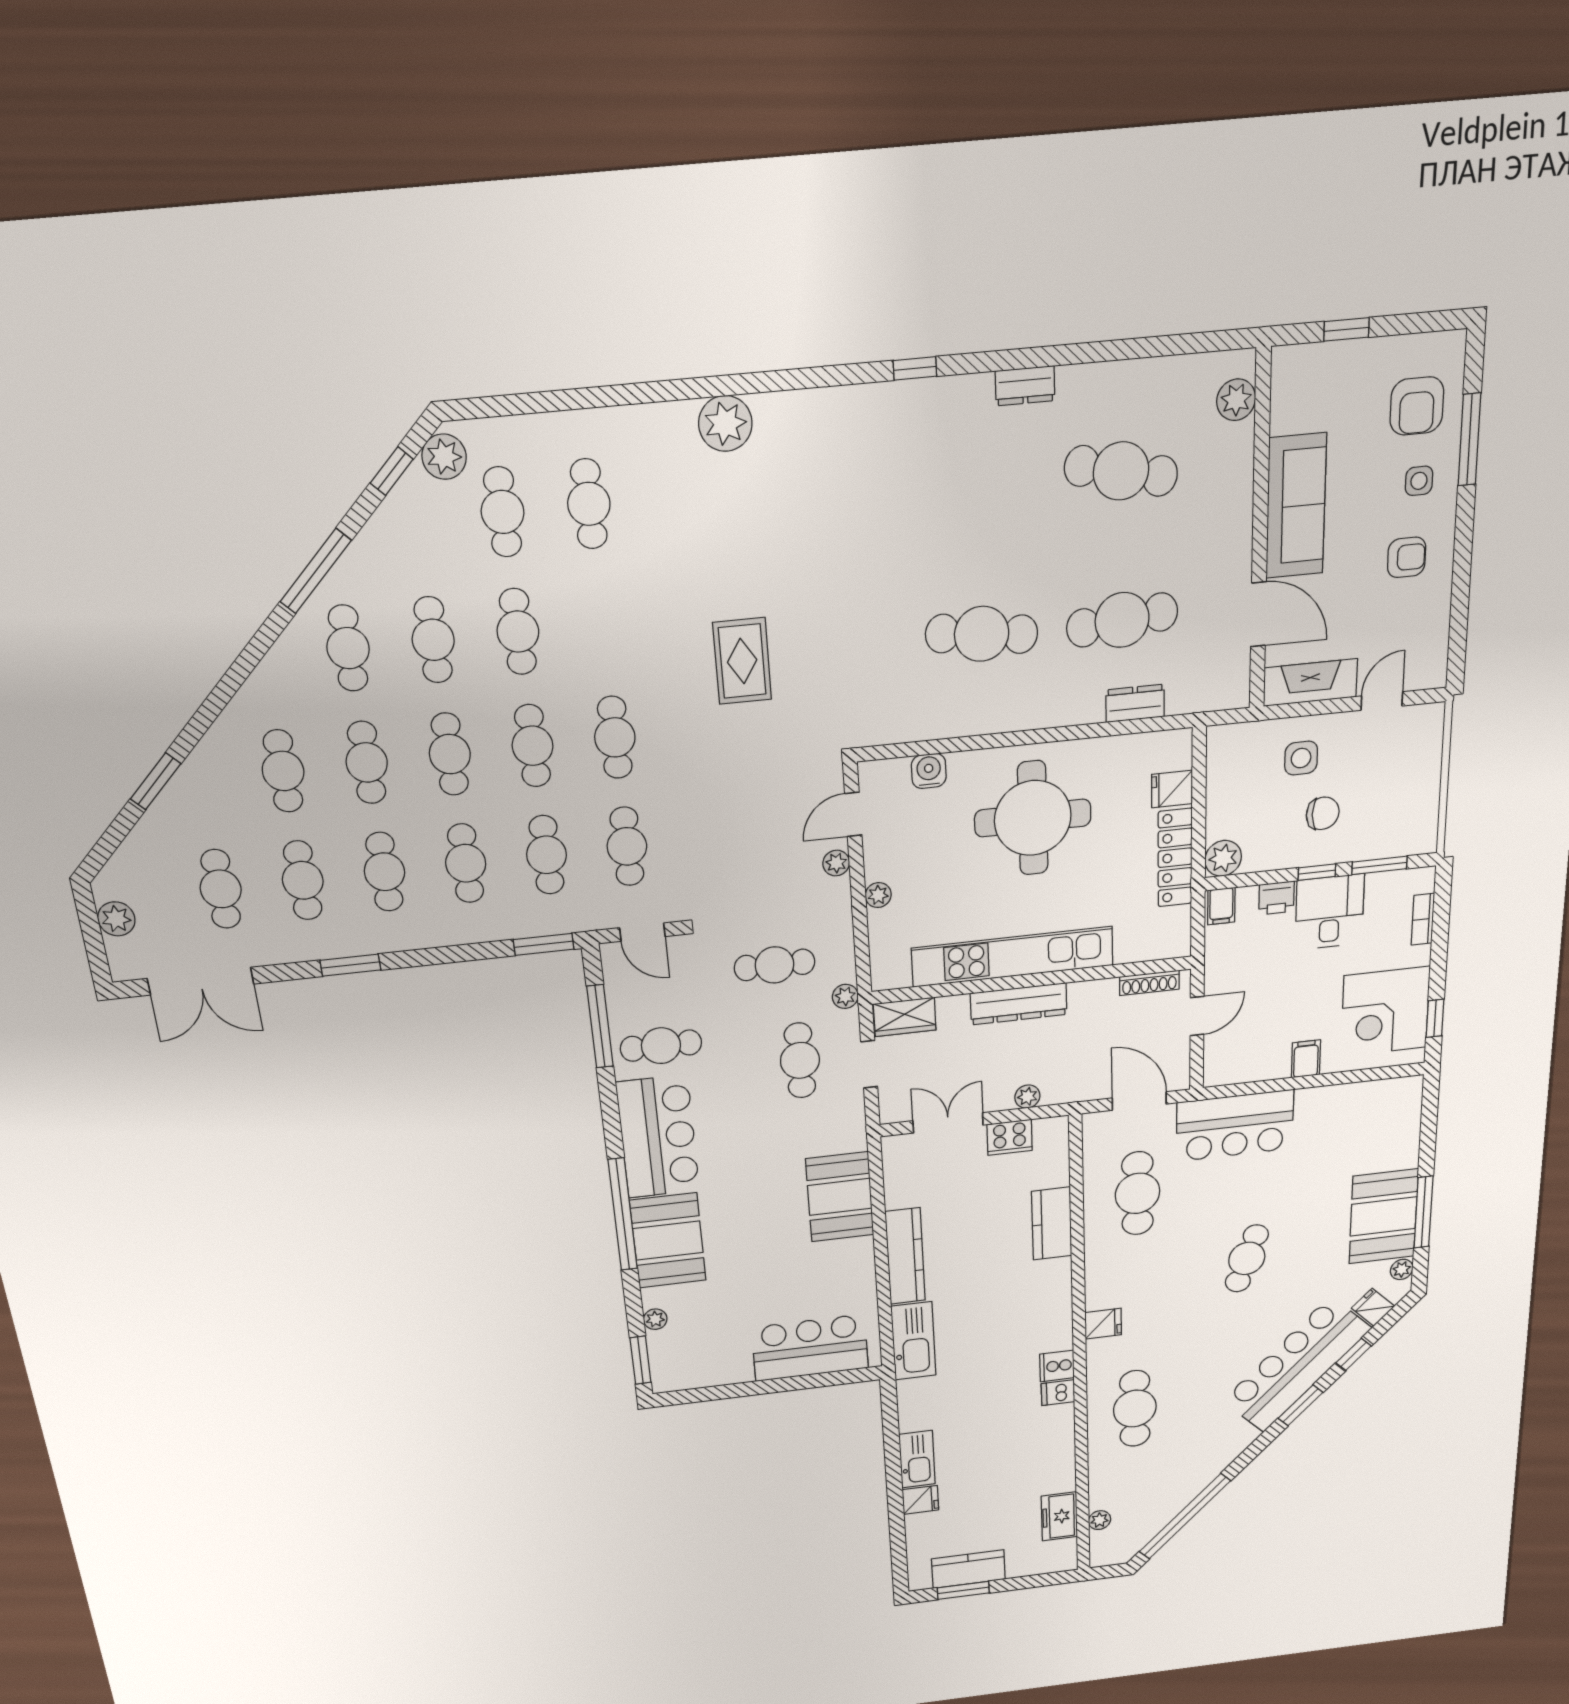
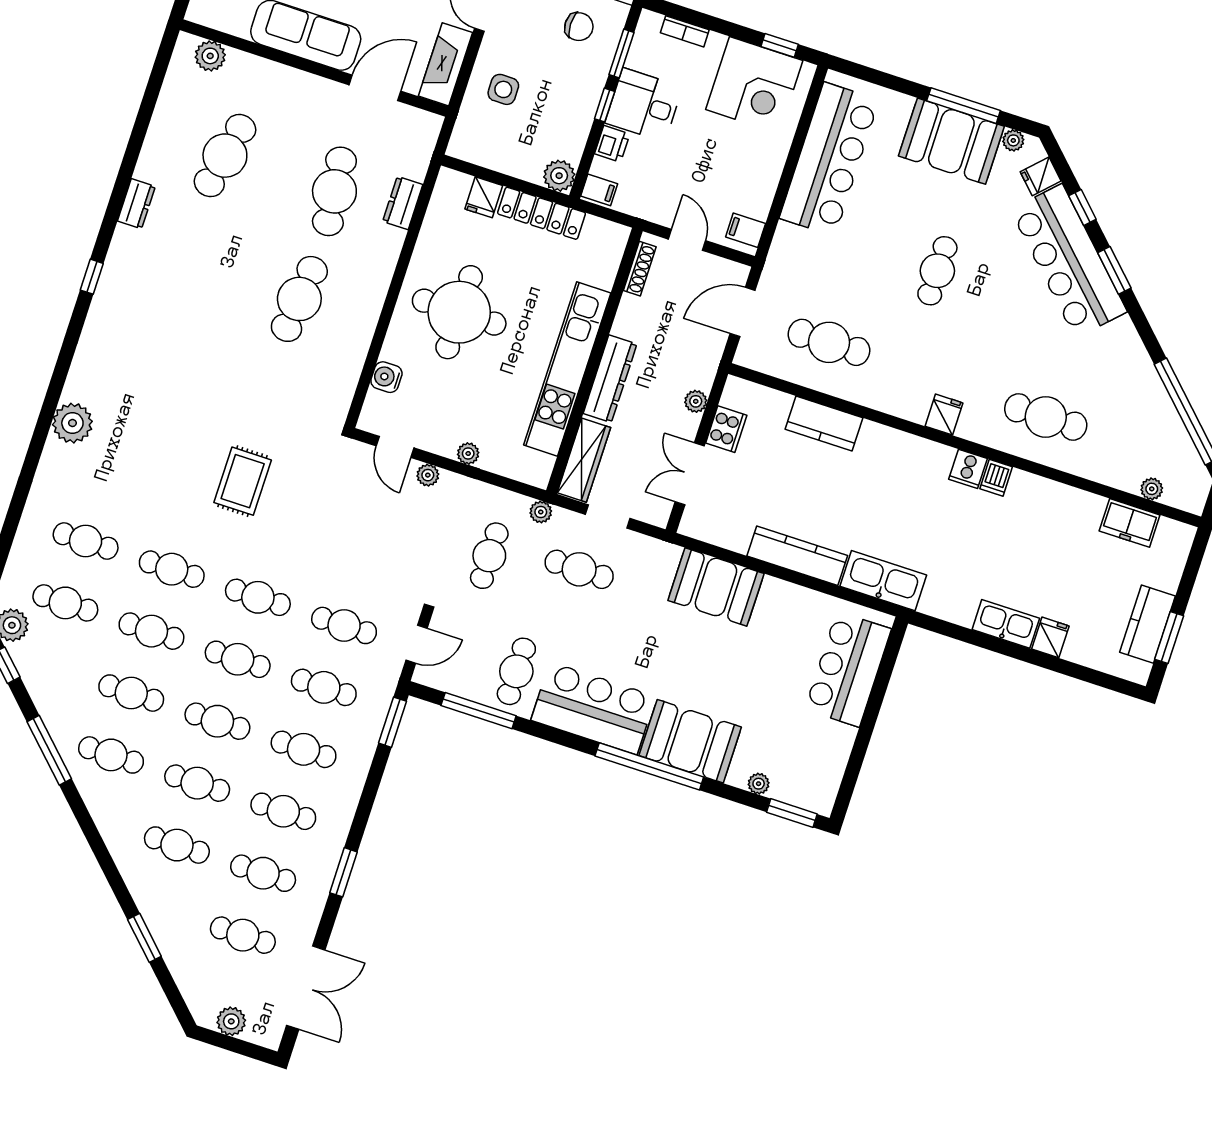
cafe table: (602, 623) -> (172, 569), added
rug: (742, 661) -> (243, 481), turned 90
chair: (1323, 813) -> (579, 27), moved, turned 90
wardrobe: (905, 1017) -> (584, 460), width x1.50
filing cabinet: (1306, 1059) -> (746, 230), moved
bar counter: (1235, 1126) -> (829, 159), moved, width x1.36
cafe table: (1247, 1258) -> (937, 271), turned 71

